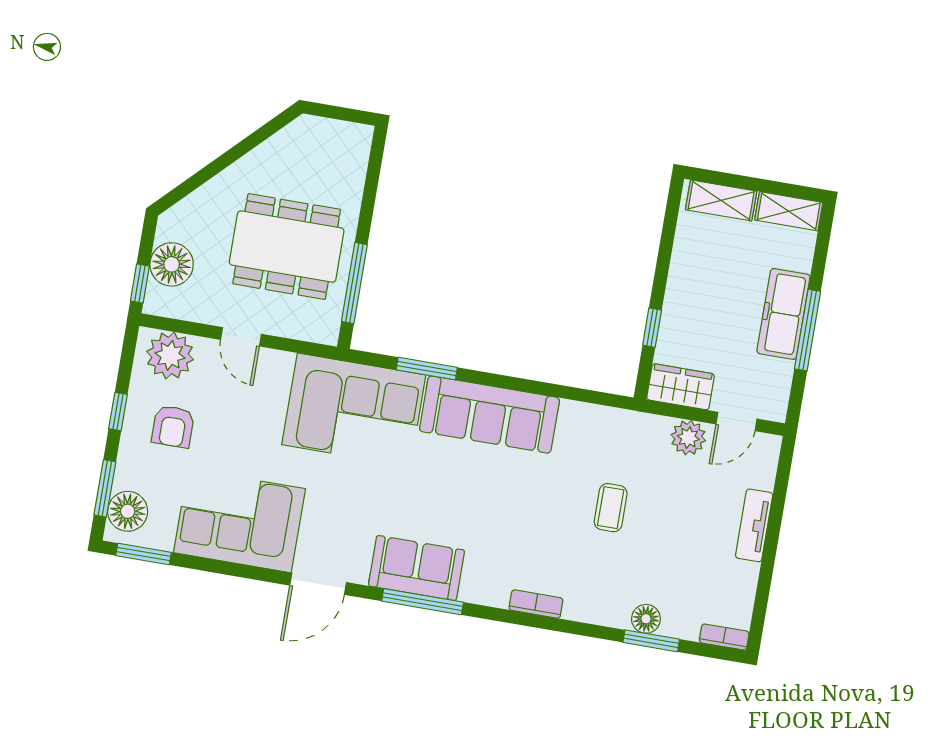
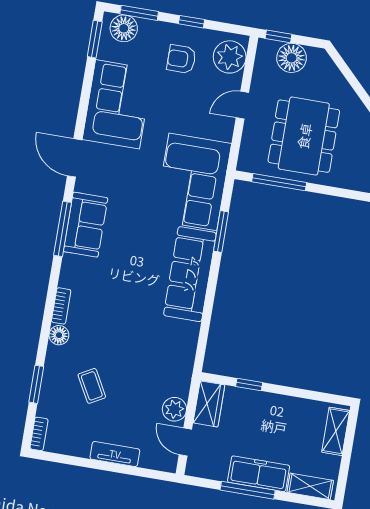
shelving: (789, 211) -> (310, 486), moved, turned 90
coffee table: (611, 508) -> (92, 386), moved, turned 61
floor lamp: (646, 619) -> (59, 335), moved

